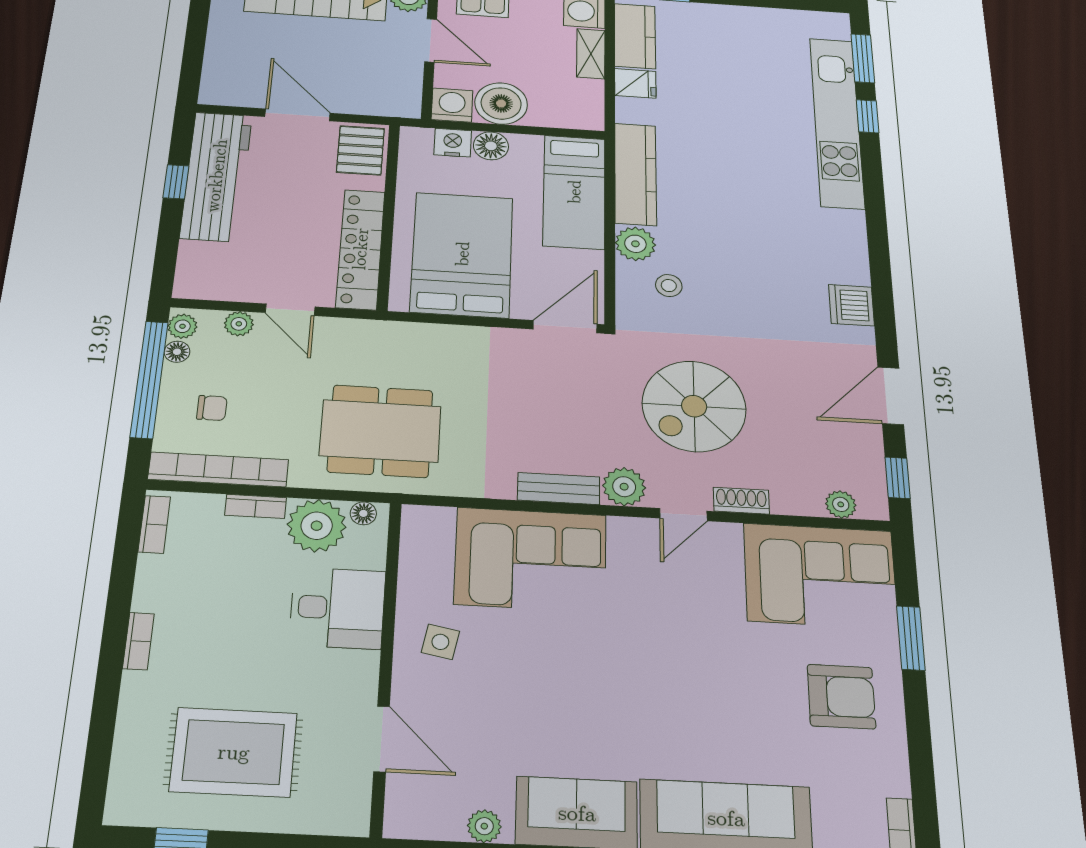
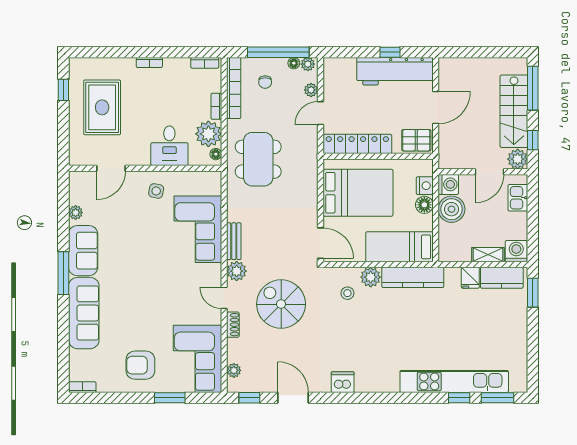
armchair: (841, 697) -> (140, 365), turned 90

